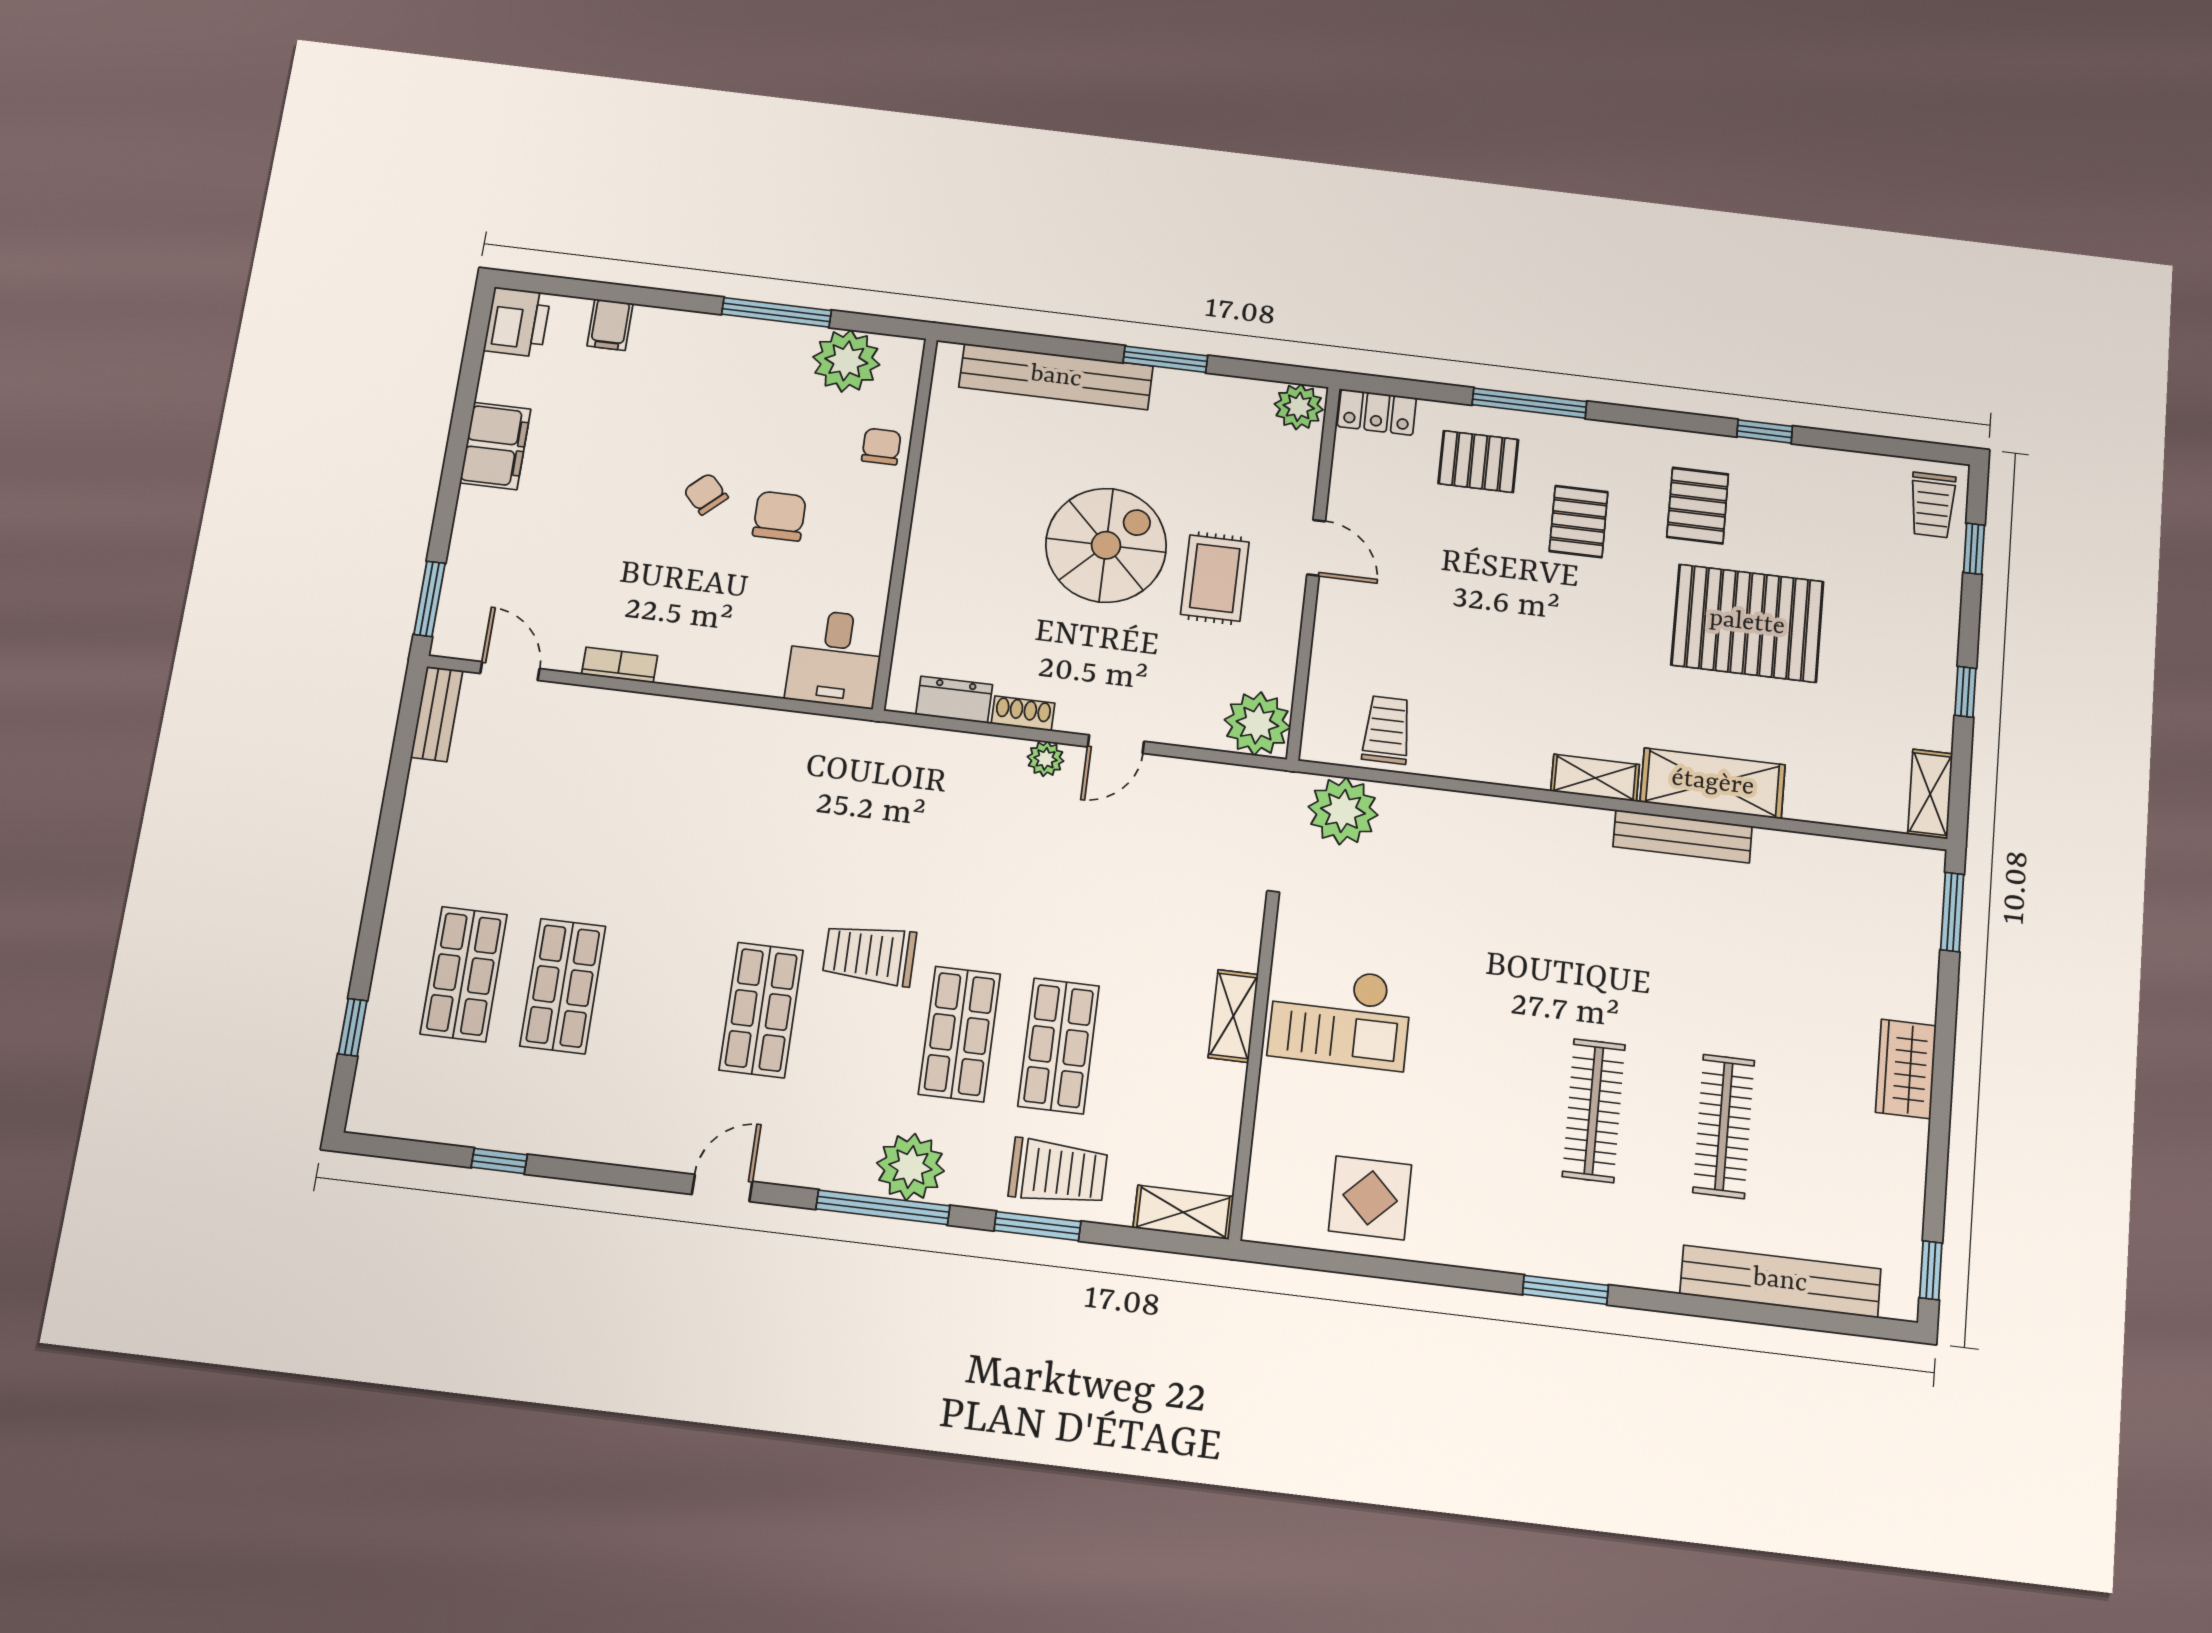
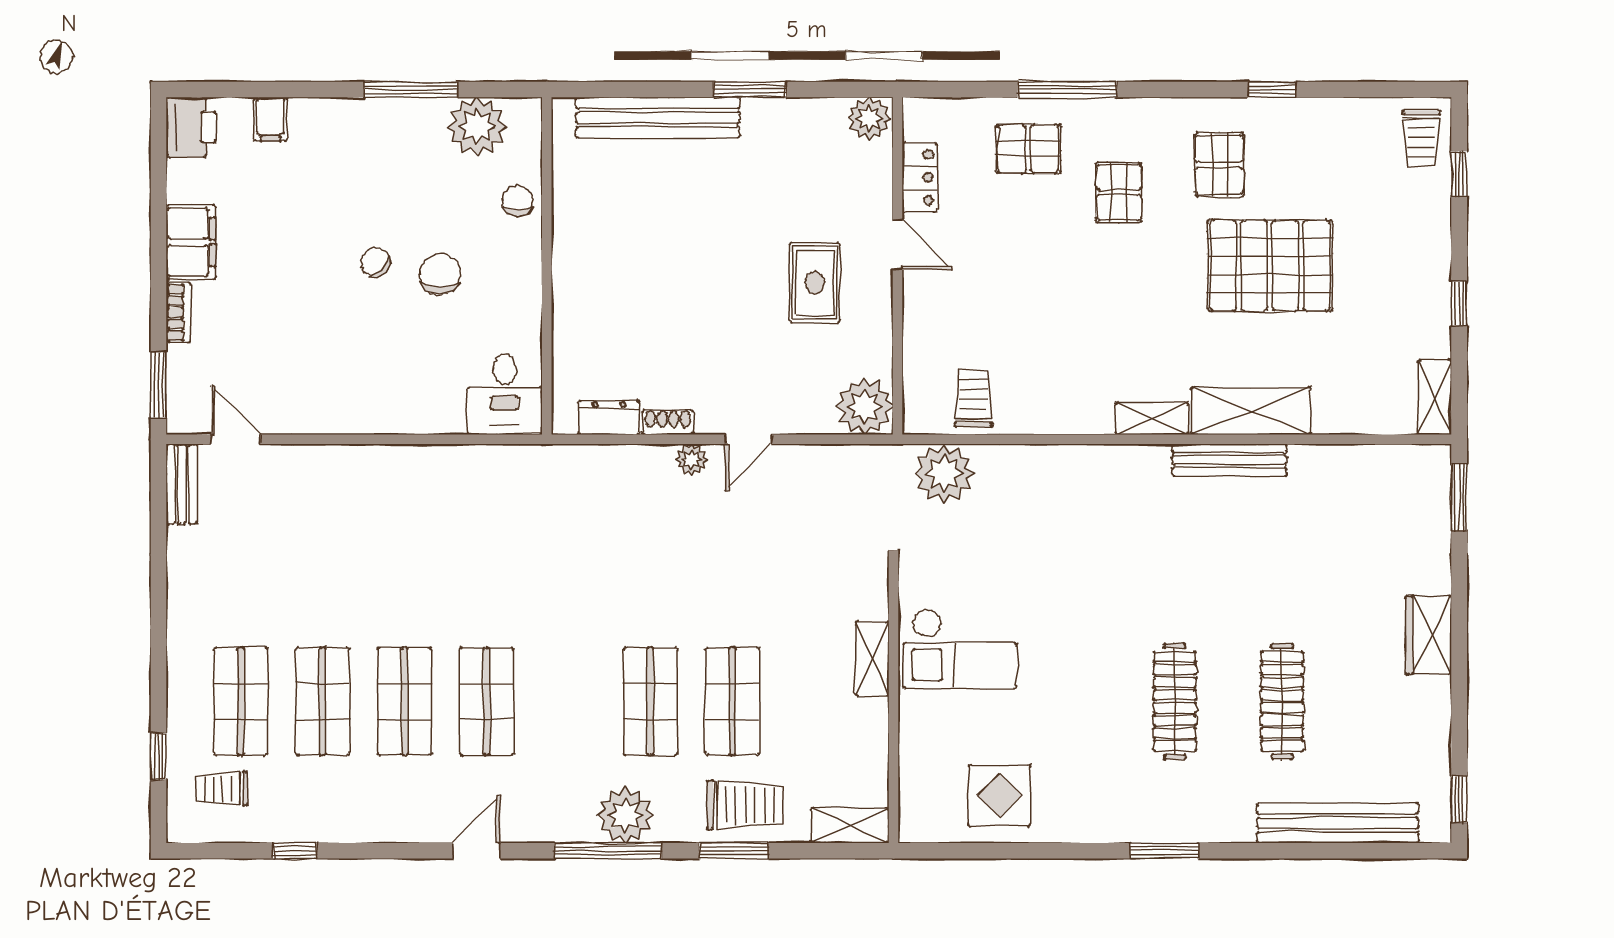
locker: (1377, 412) -> (920, 177), moved, turned -90
spiral stairs: (1106, 545) -> (719, 265), removed
bookcase: (620, 665) -> (178, 312), moved, turned 90
trolley: (870, 955) -> (221, 789), moved, width x0.73, depth x0.72
shop shelf: (662, 998) -> (405, 701), added

